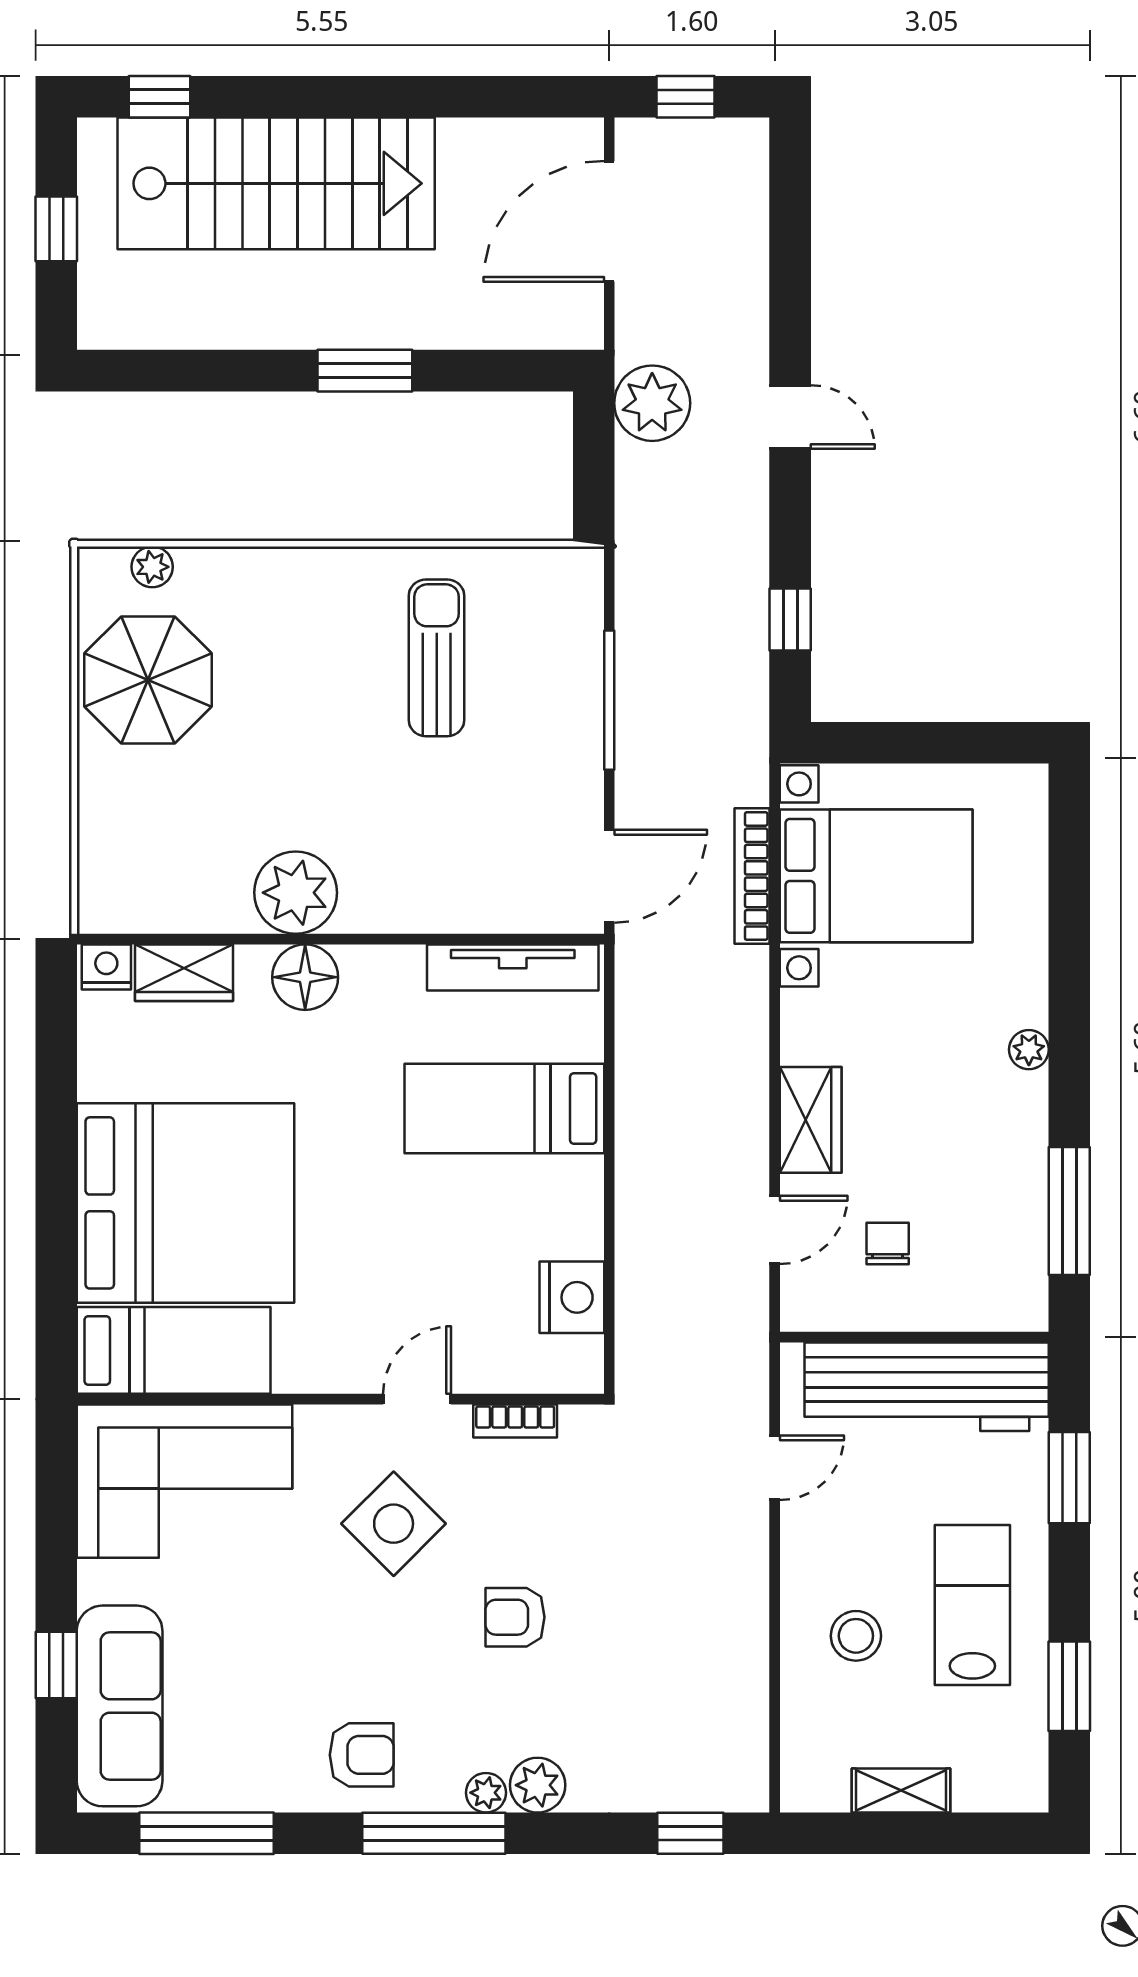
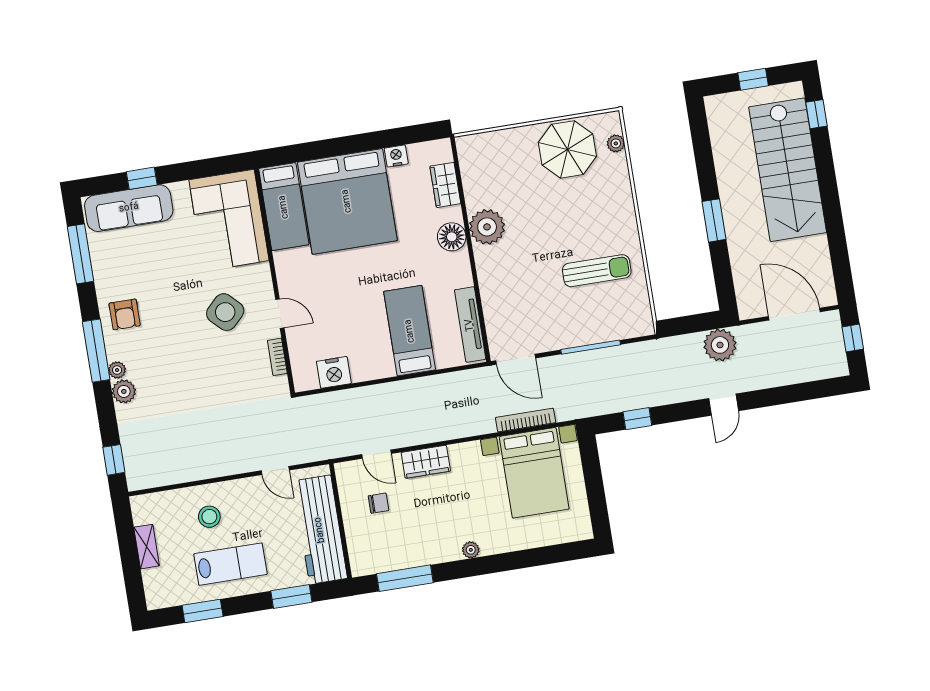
nightstand: (106, 967) -> (396, 156), moved, turned -90
armchair: (515, 1617) -> (194, 370), removed

